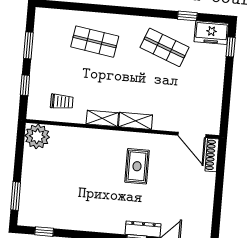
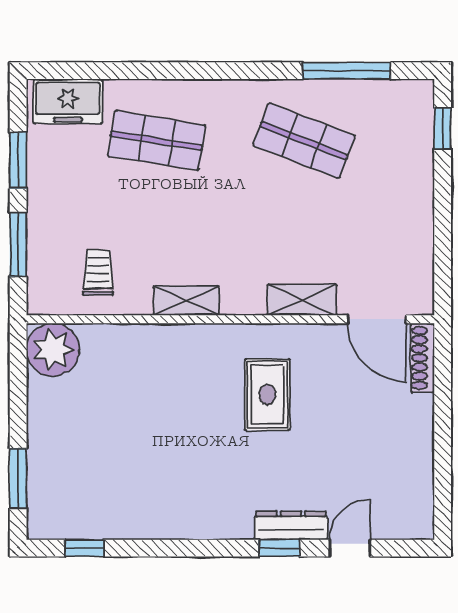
window: (187, 16) -> (346, 71), width x2.17
freezer: (211, 33) -> (68, 101), moved
window: (25, 85) -> (18, 244), width x1.50
trolley: (62, 102) -> (98, 272), turned -90
shelving: (135, 121) -> (302, 300), moved

